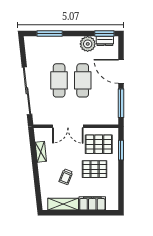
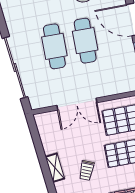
shelving: (41, 152) -> (55, 168), moved

